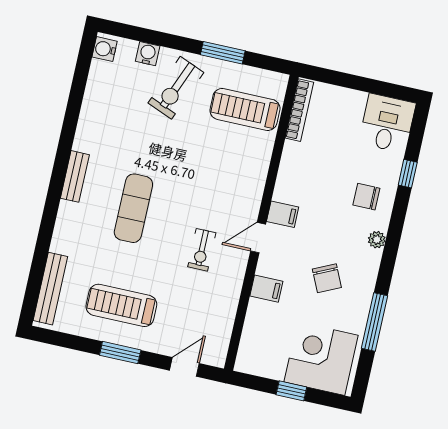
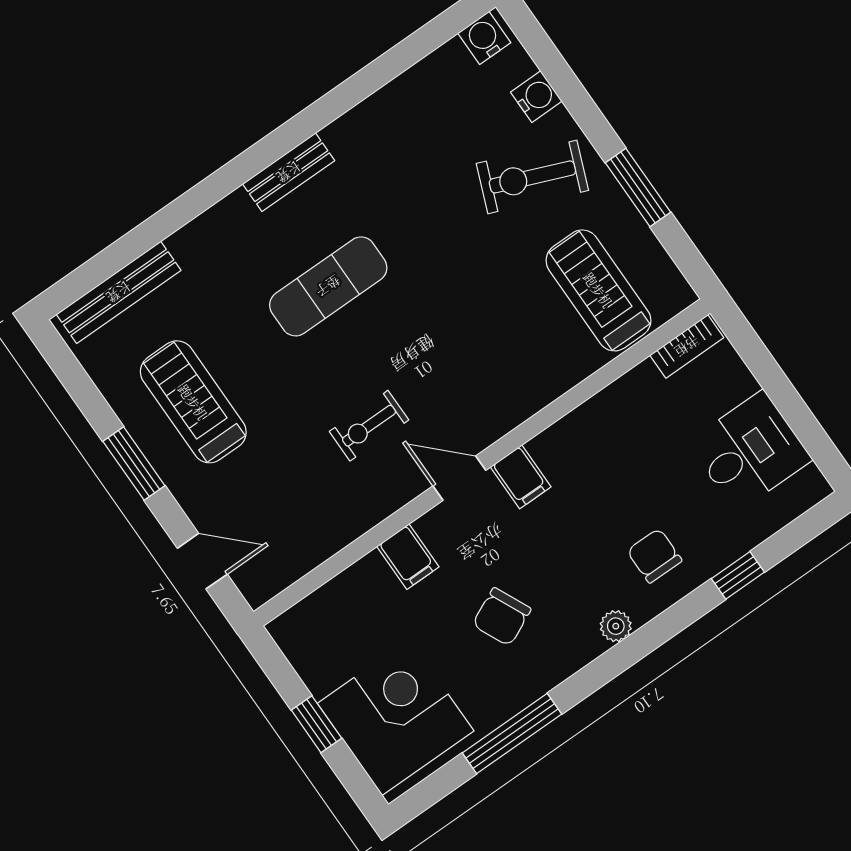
bookcase: (299, 110) -> (687, 346), width x0.64
desk: (387, 123) -> (750, 451), moved

